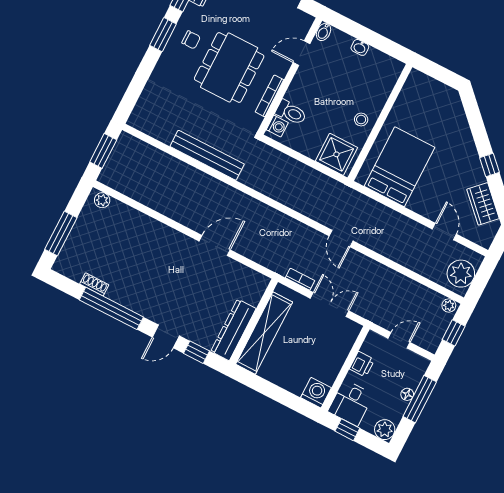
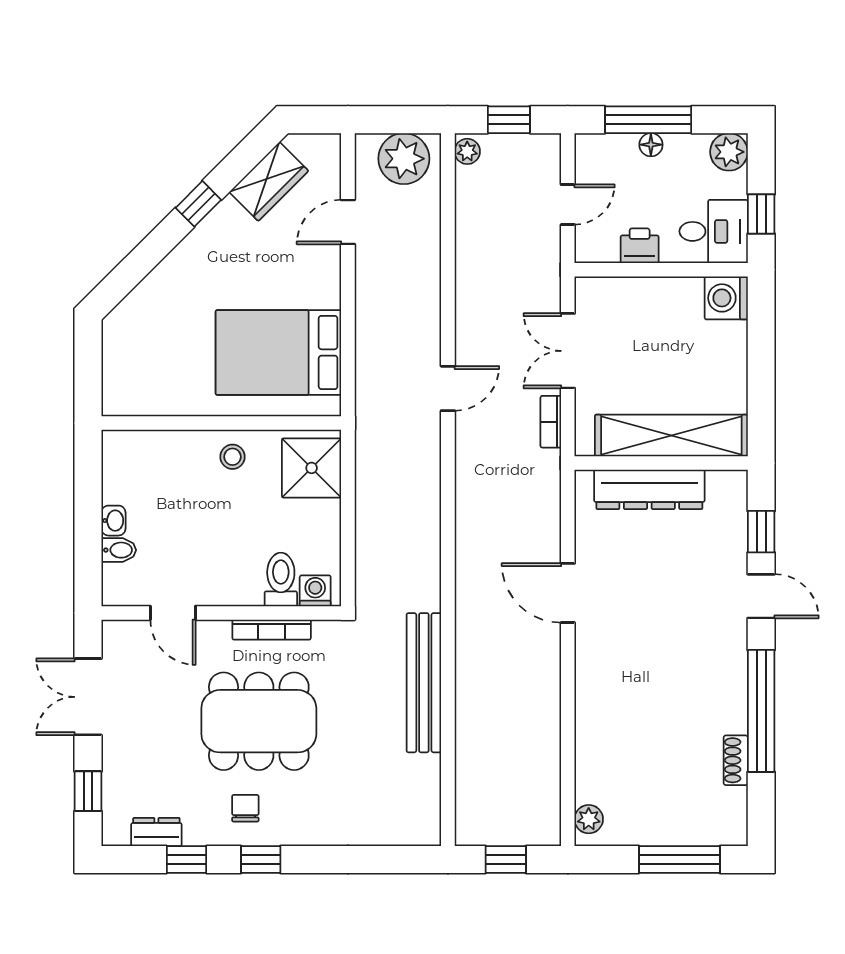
bidet: (324, 32) -> (119, 550), moved
window: (163, 35) -> (261, 860), width x0.67
window: (103, 151) -> (506, 860), width x0.67
dresser: (233, 330) -> (649, 489), moved
door: (399, 340) -> (568, 205), swing flipped

